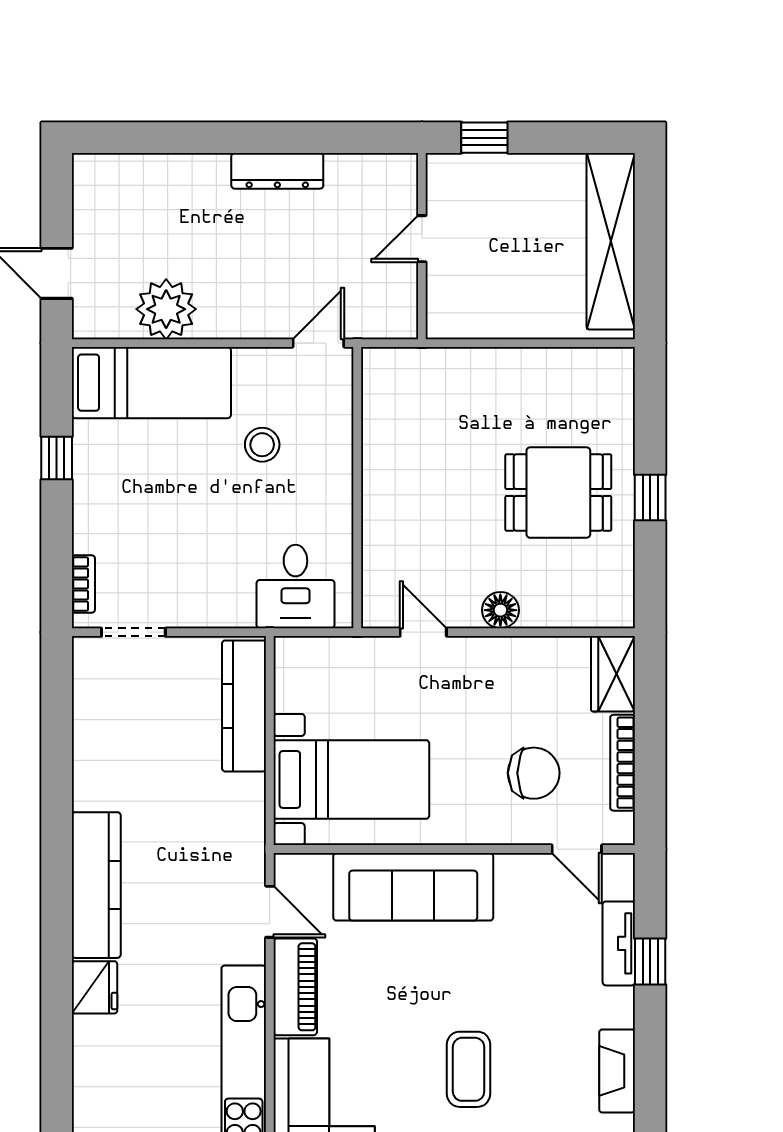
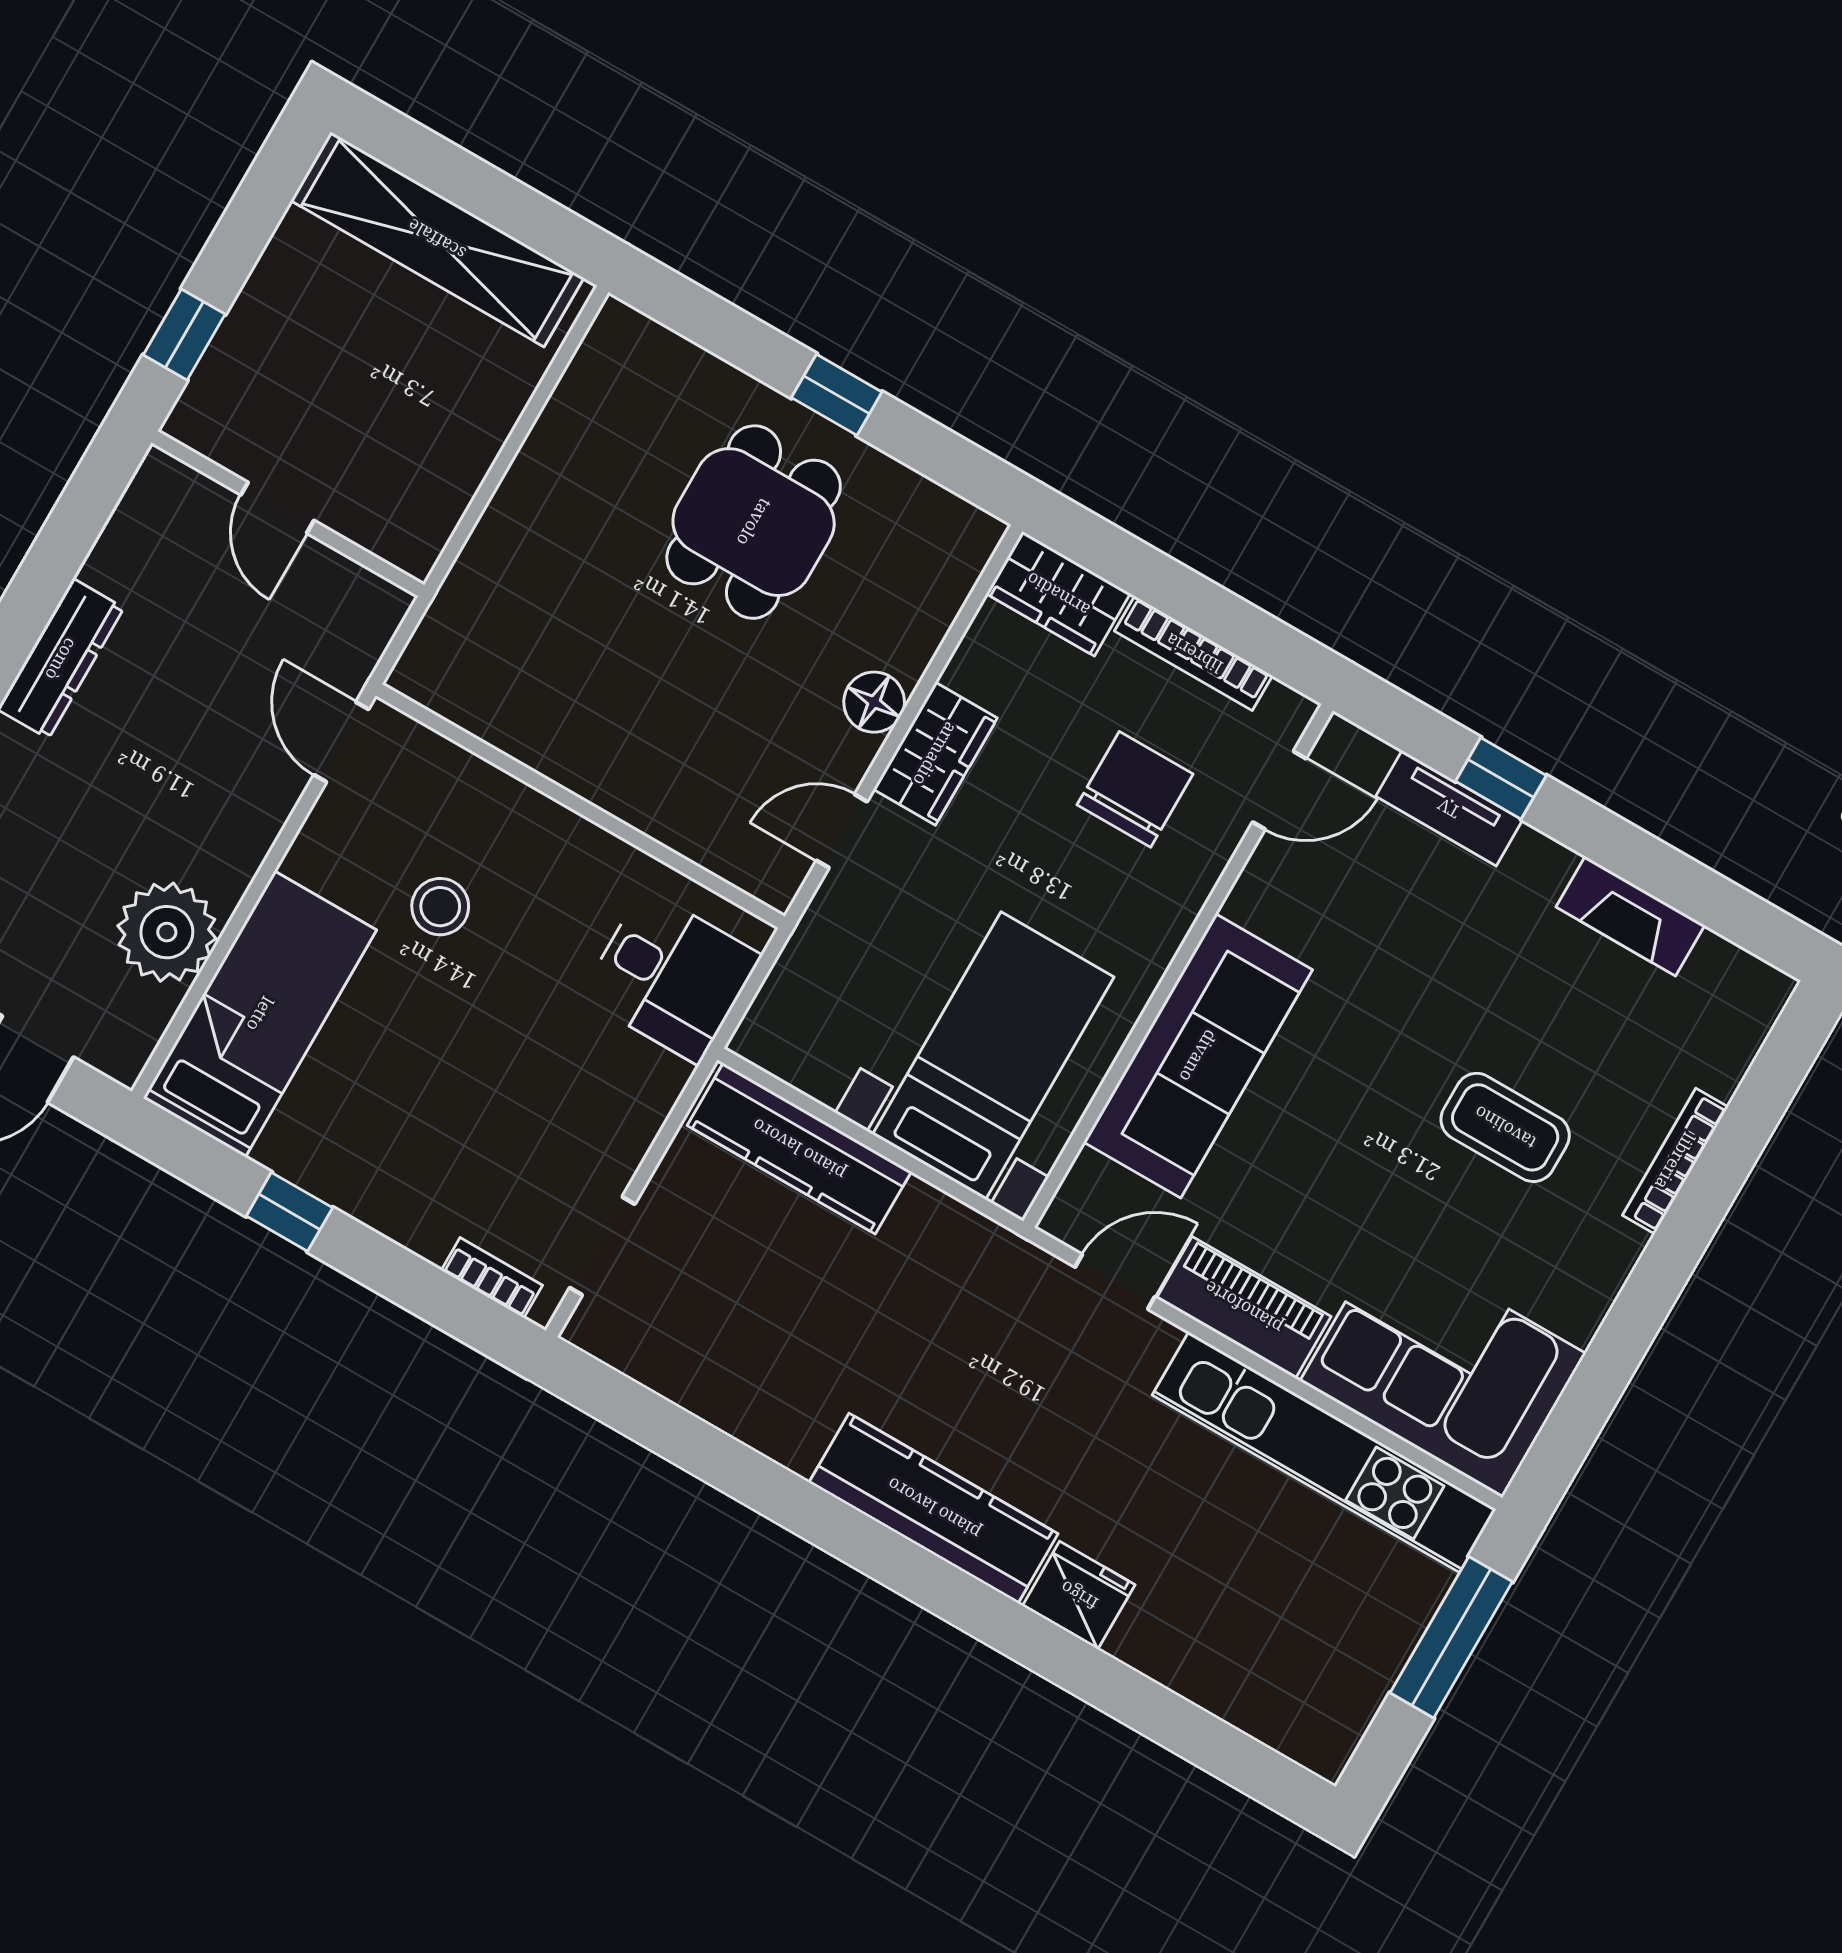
wardrobe: (492, 658) -> (935, 754), added

